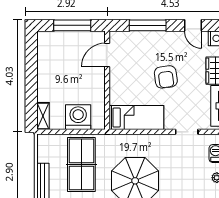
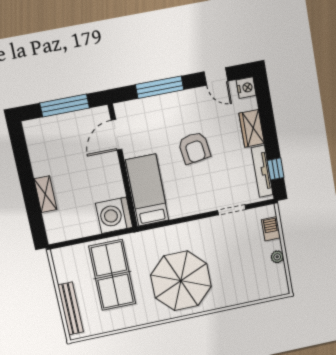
shelving: (43, 116) -> (45, 194), moved
washing machine: (78, 117) -> (114, 215), moved, turned -90
bed: (136, 118) -> (147, 190), moved, turned -90

